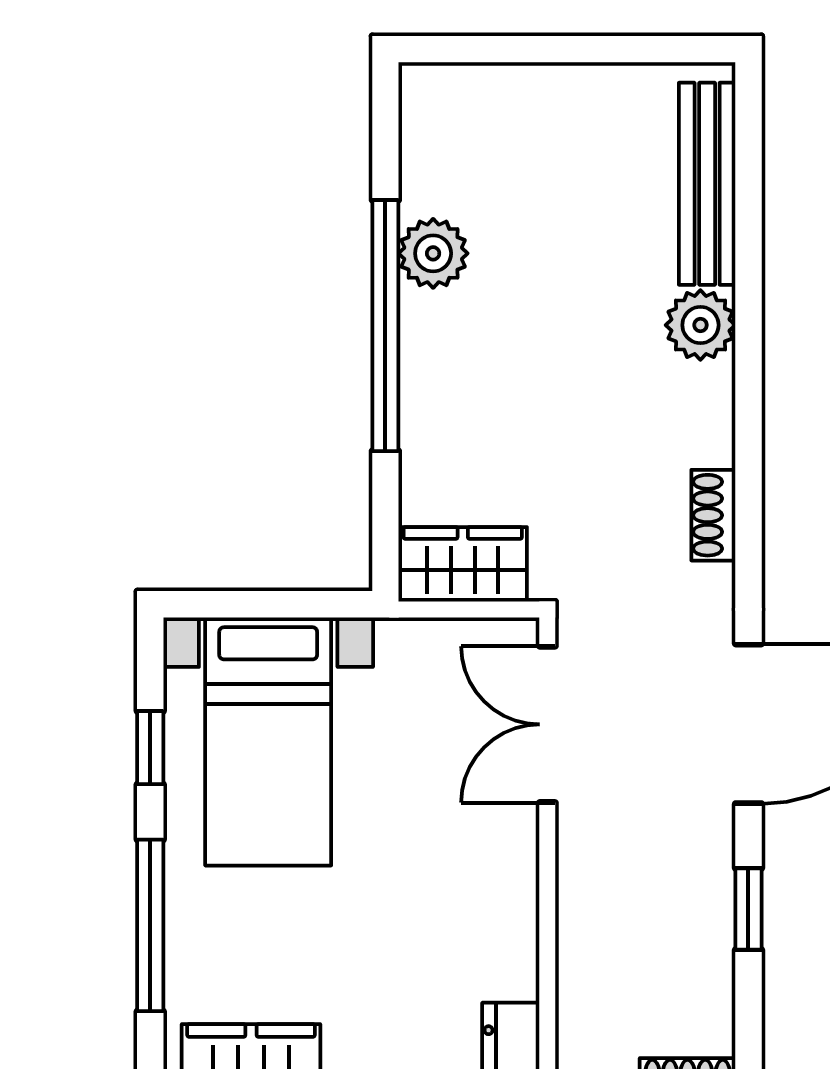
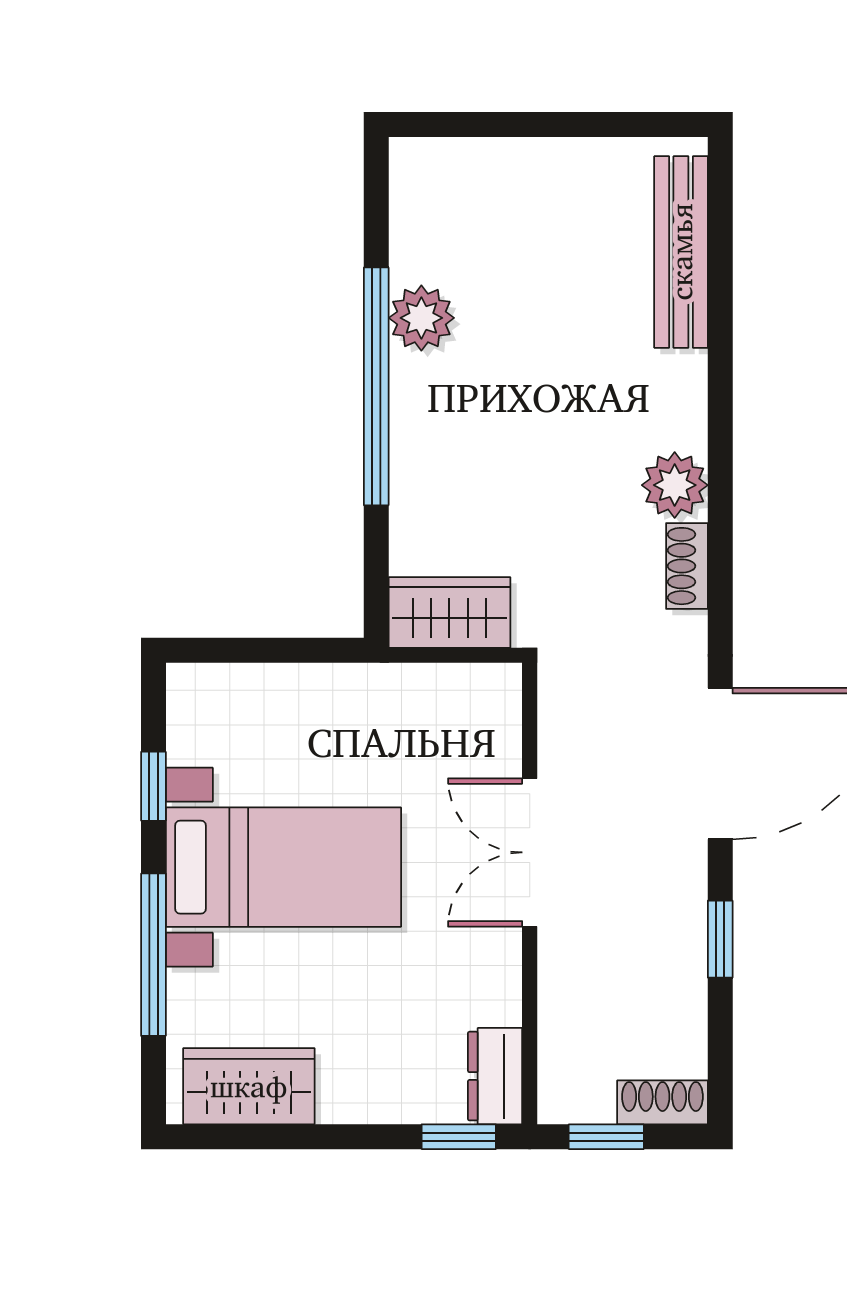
plant: (700, 325) -> (675, 485), moved
double door: (547, 724) -> (530, 852), moved
bed with nightstands: (268, 741) -> (283, 867), moved, turned -90

